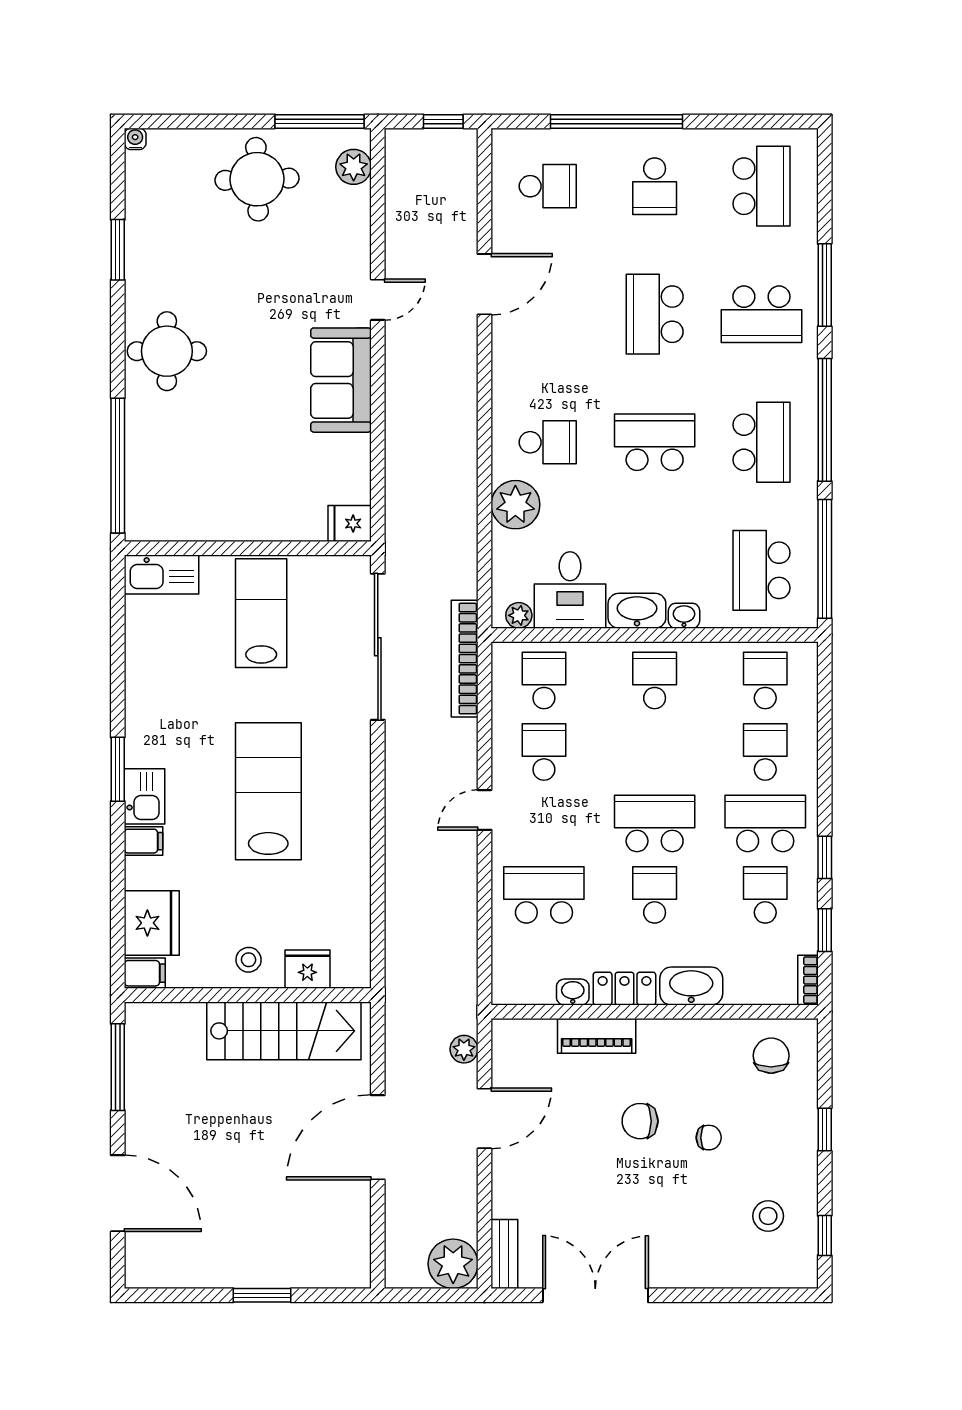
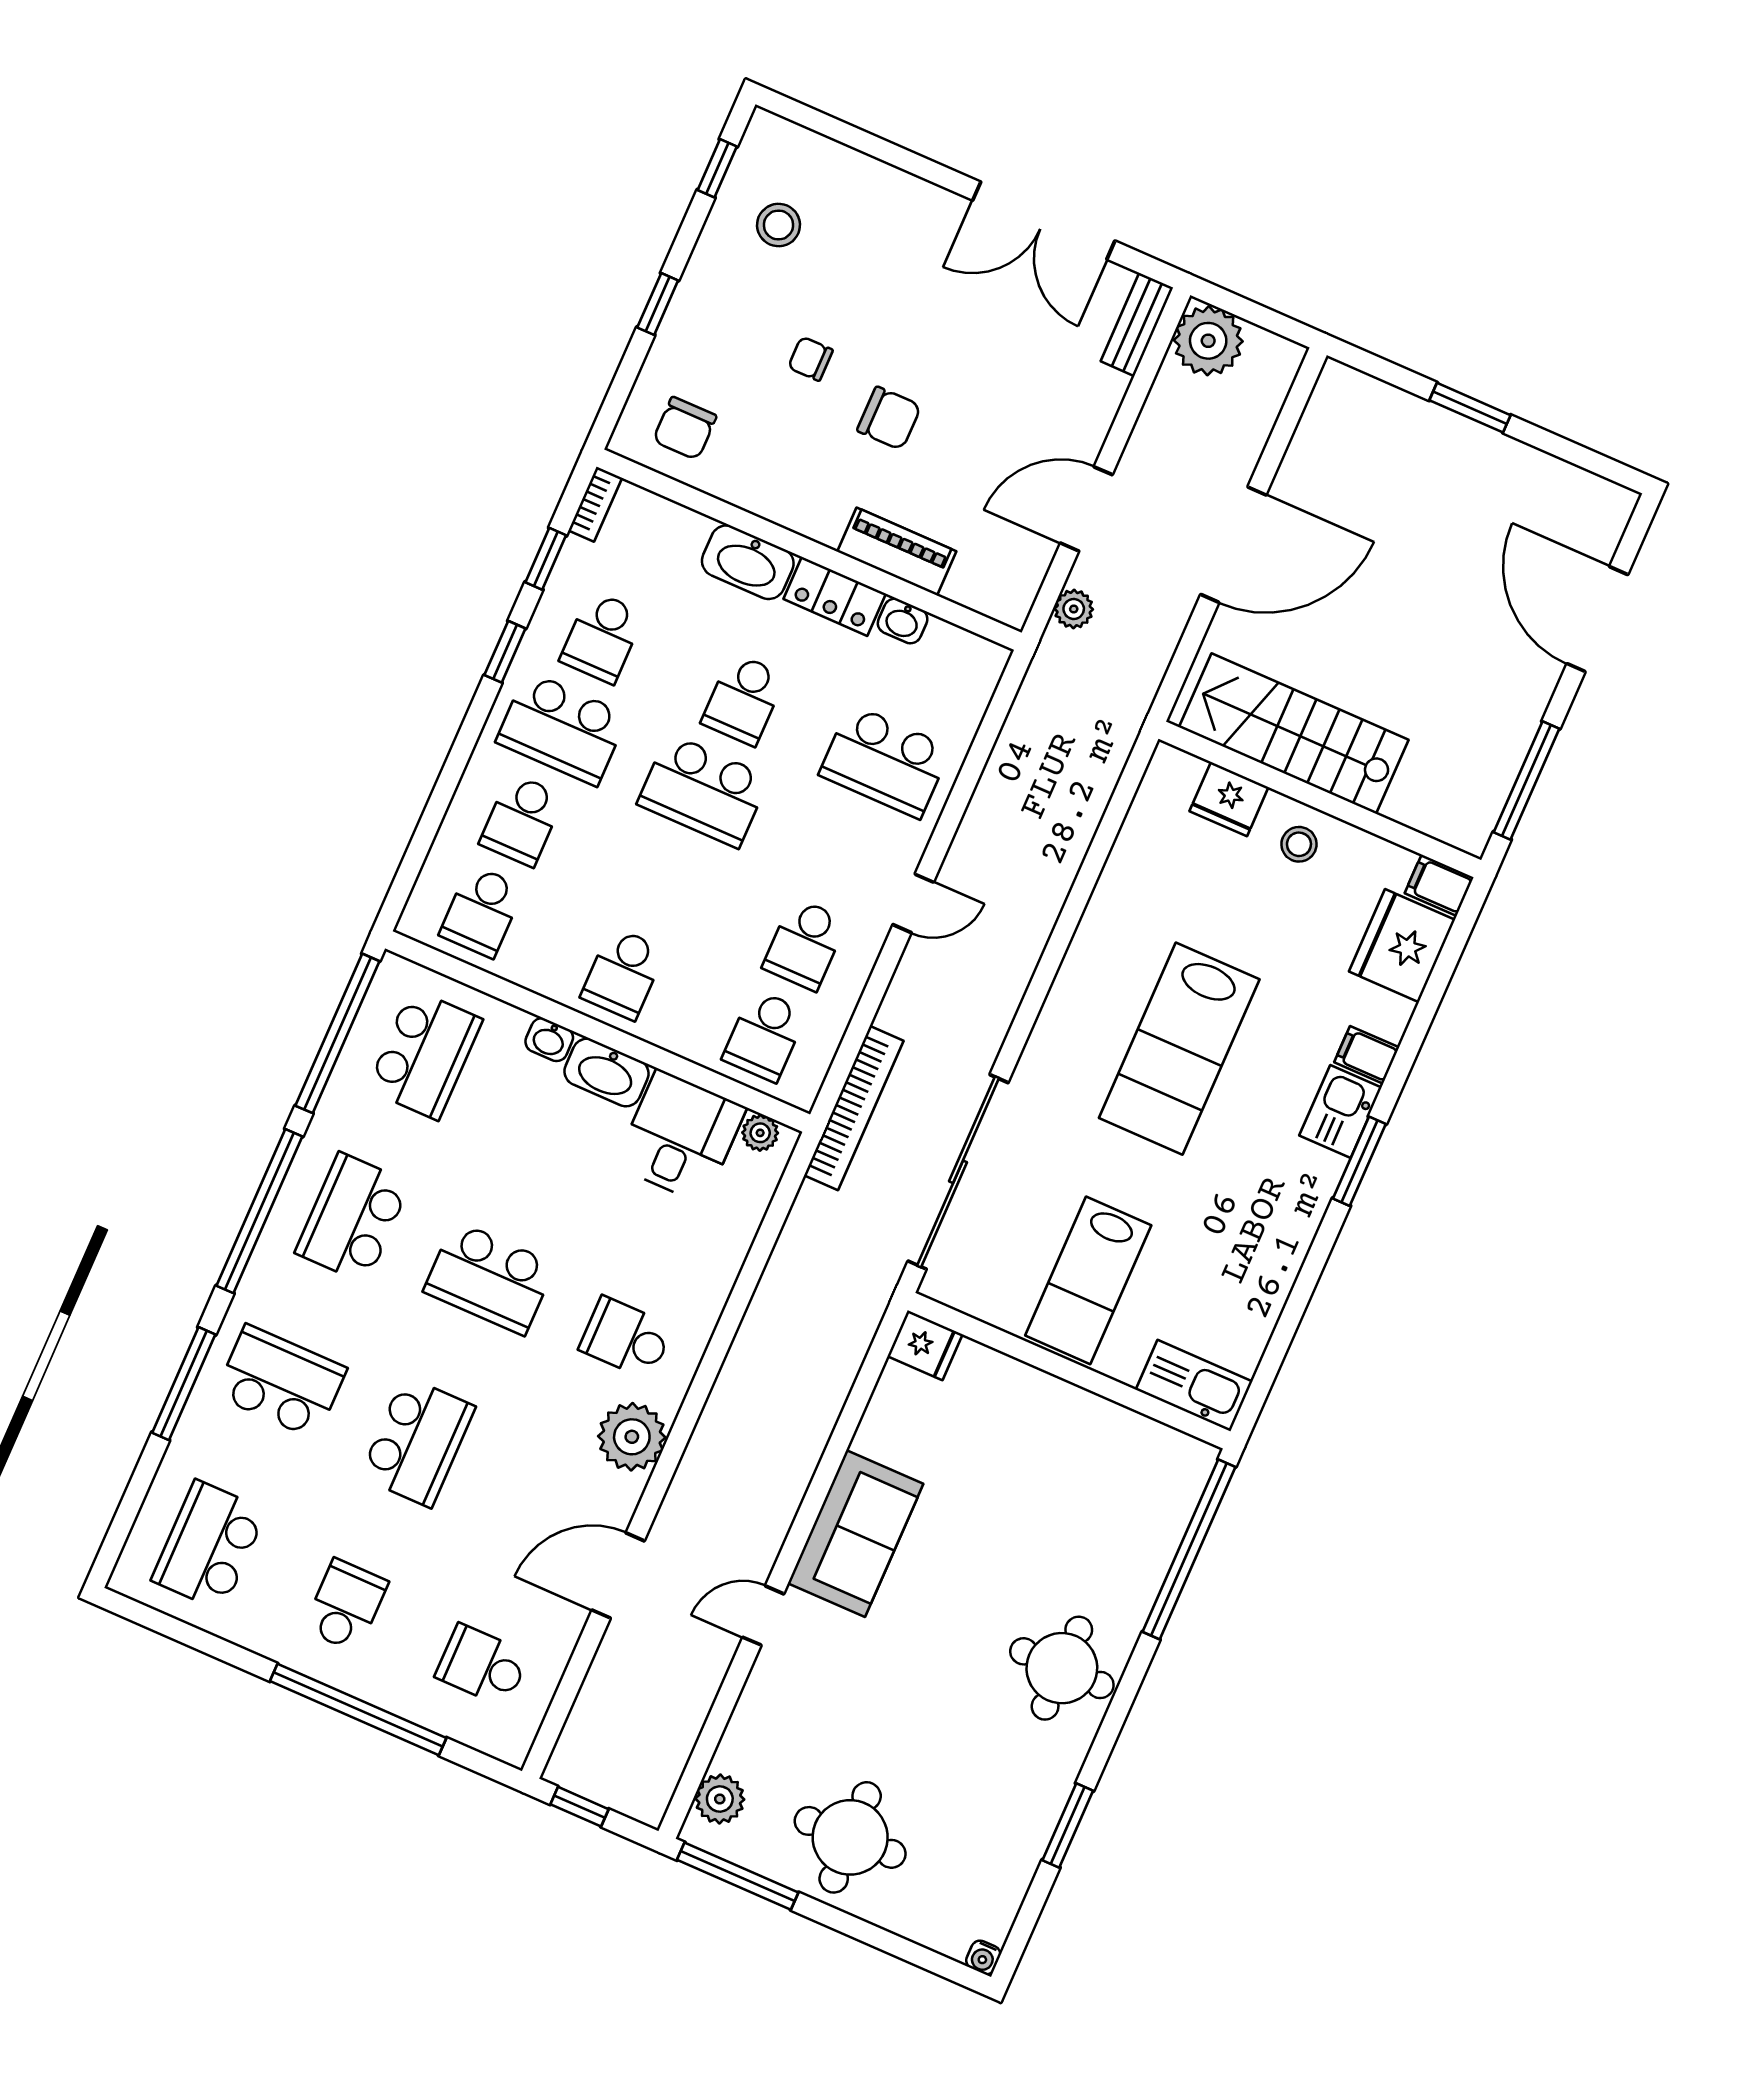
plant: (515, 505) -> (632, 1437), moved

